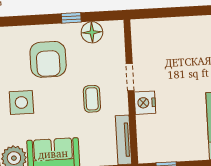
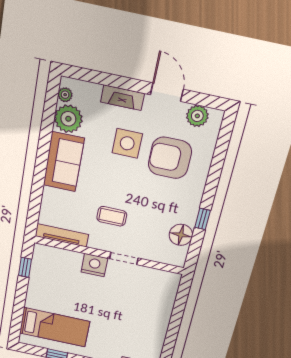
armchair: (48, 59) -> (170, 158), moved

